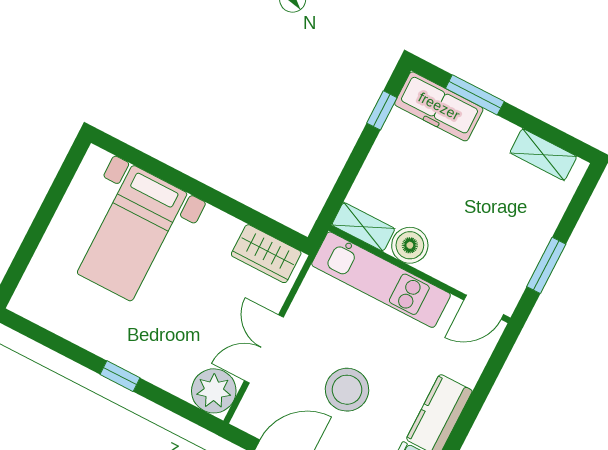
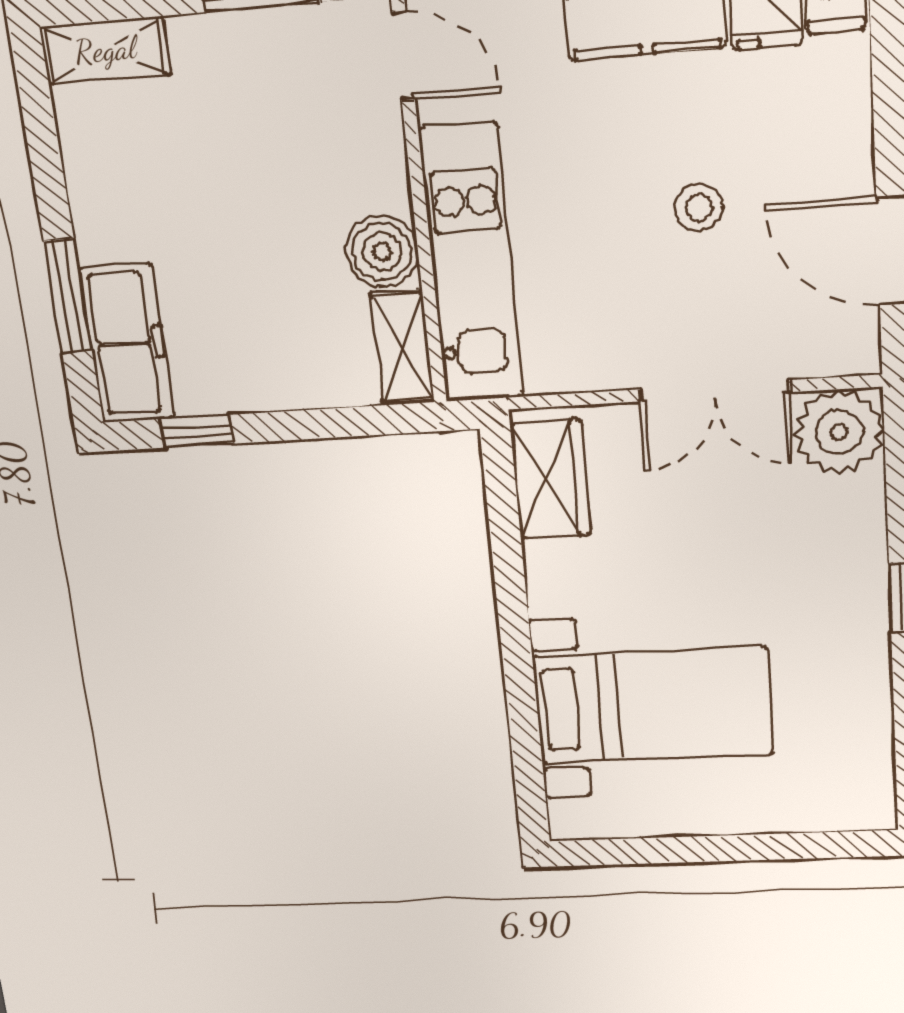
shelving: (543, 155) -> (105, 50), moved, turned 90
stool: (347, 390) -> (699, 207), width x0.53, depth x0.53

